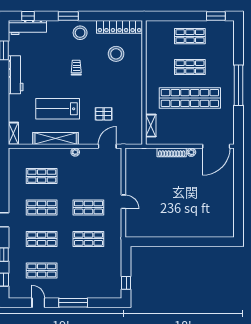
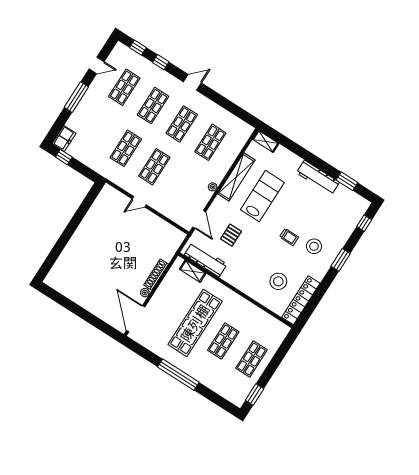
workbench: (27, 28) -> (206, 260), moved, turned 90
stool: (80, 33) -> (314, 246), moved
freezer: (112, 292) -> (64, 138), added

